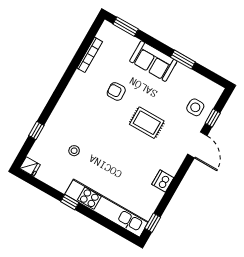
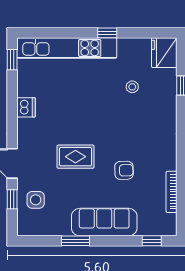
window: (126, 27) -> (152, 241), width x0.67
sofa: (153, 61) -> (104, 222), width x1.36
fridge: (30, 167) -> (164, 53), width x1.88, depth x1.34

